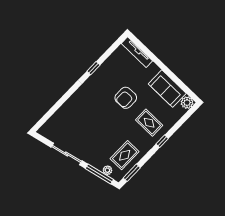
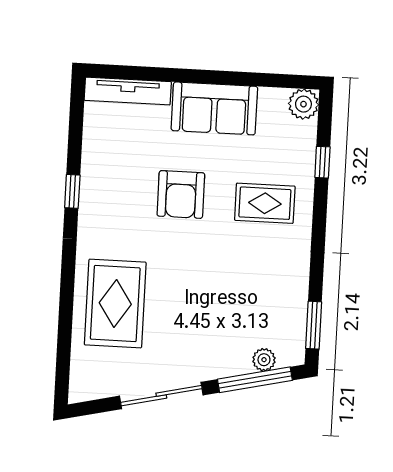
sofa: (167, 89) -> (214, 108), moved
window: (162, 141) -> (322, 162), moved
rug: (125, 155) -> (115, 304), moved, width x1.36, depth x1.43

